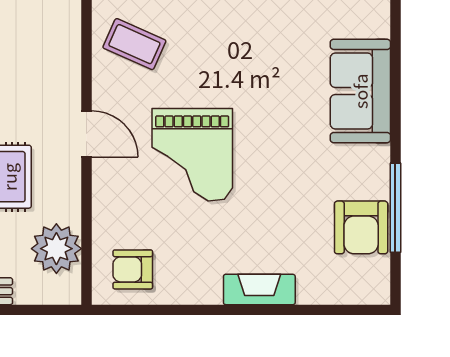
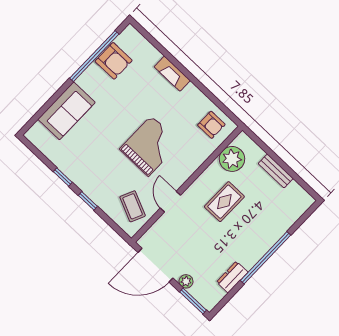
door: (86, 134) -> (170, 202), moved
window: (395, 208) -> (94, 56), width x1.46
armchair: (361, 227) -> (114, 61), turned 90

